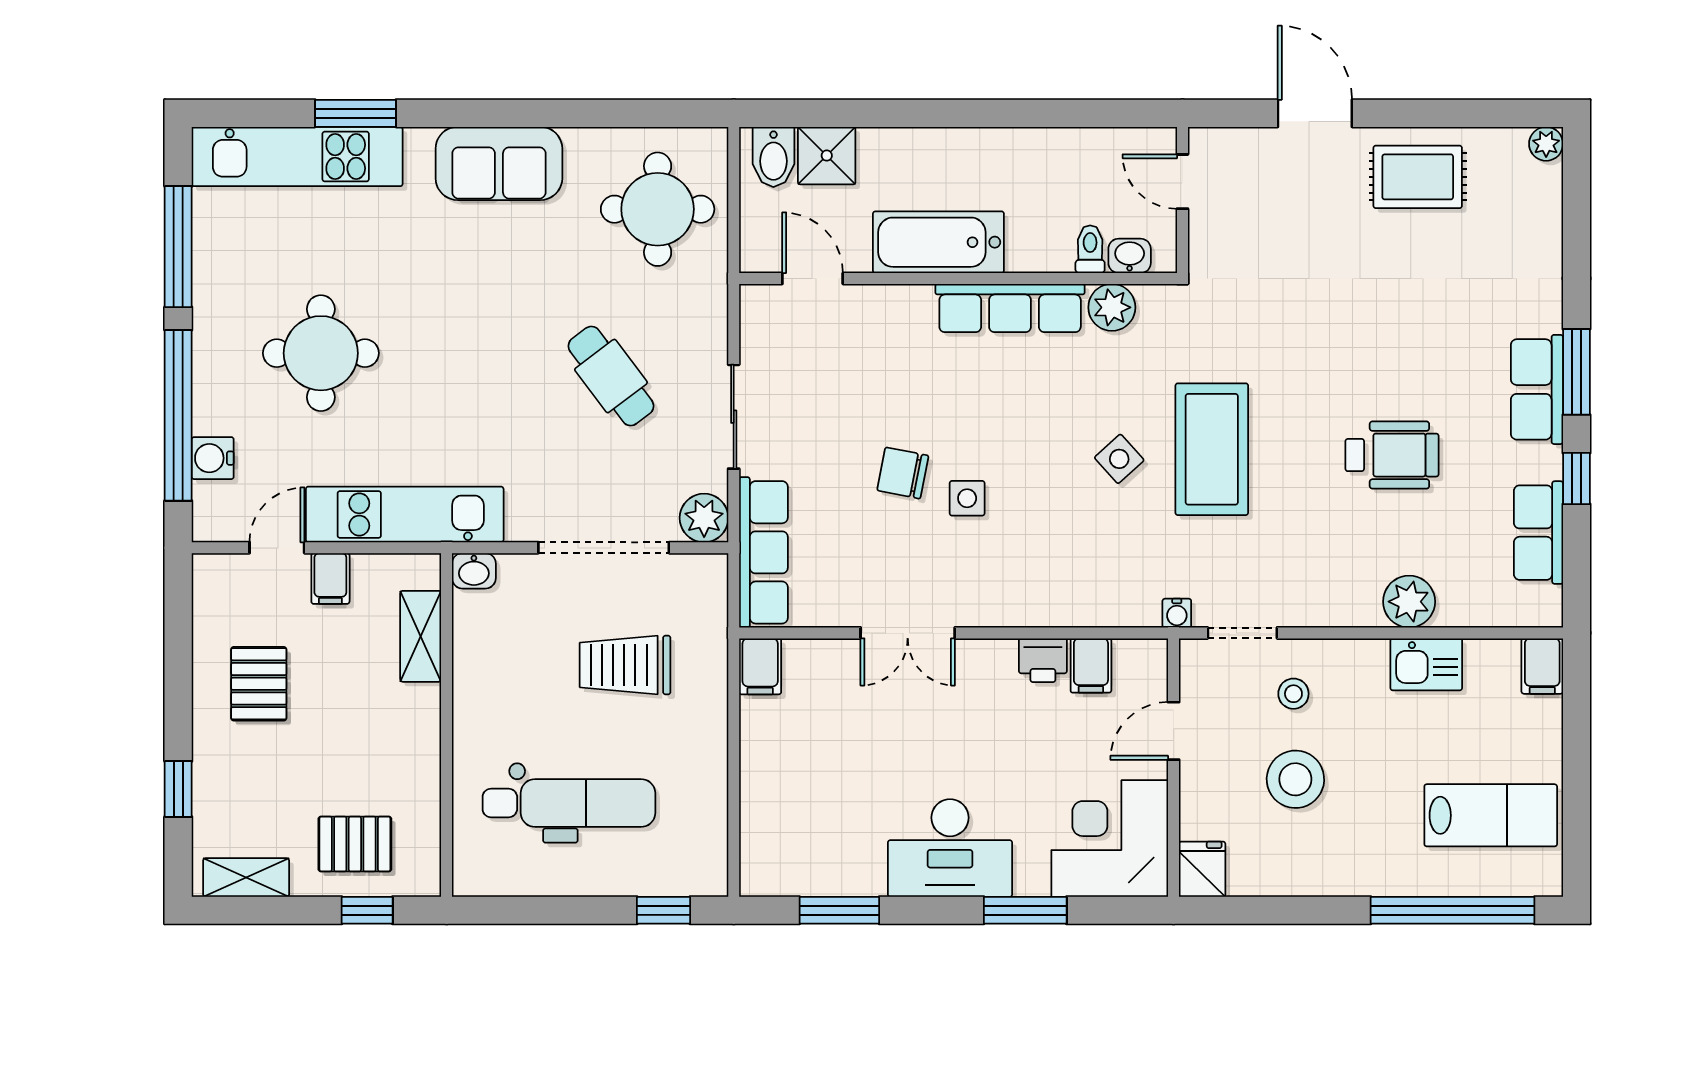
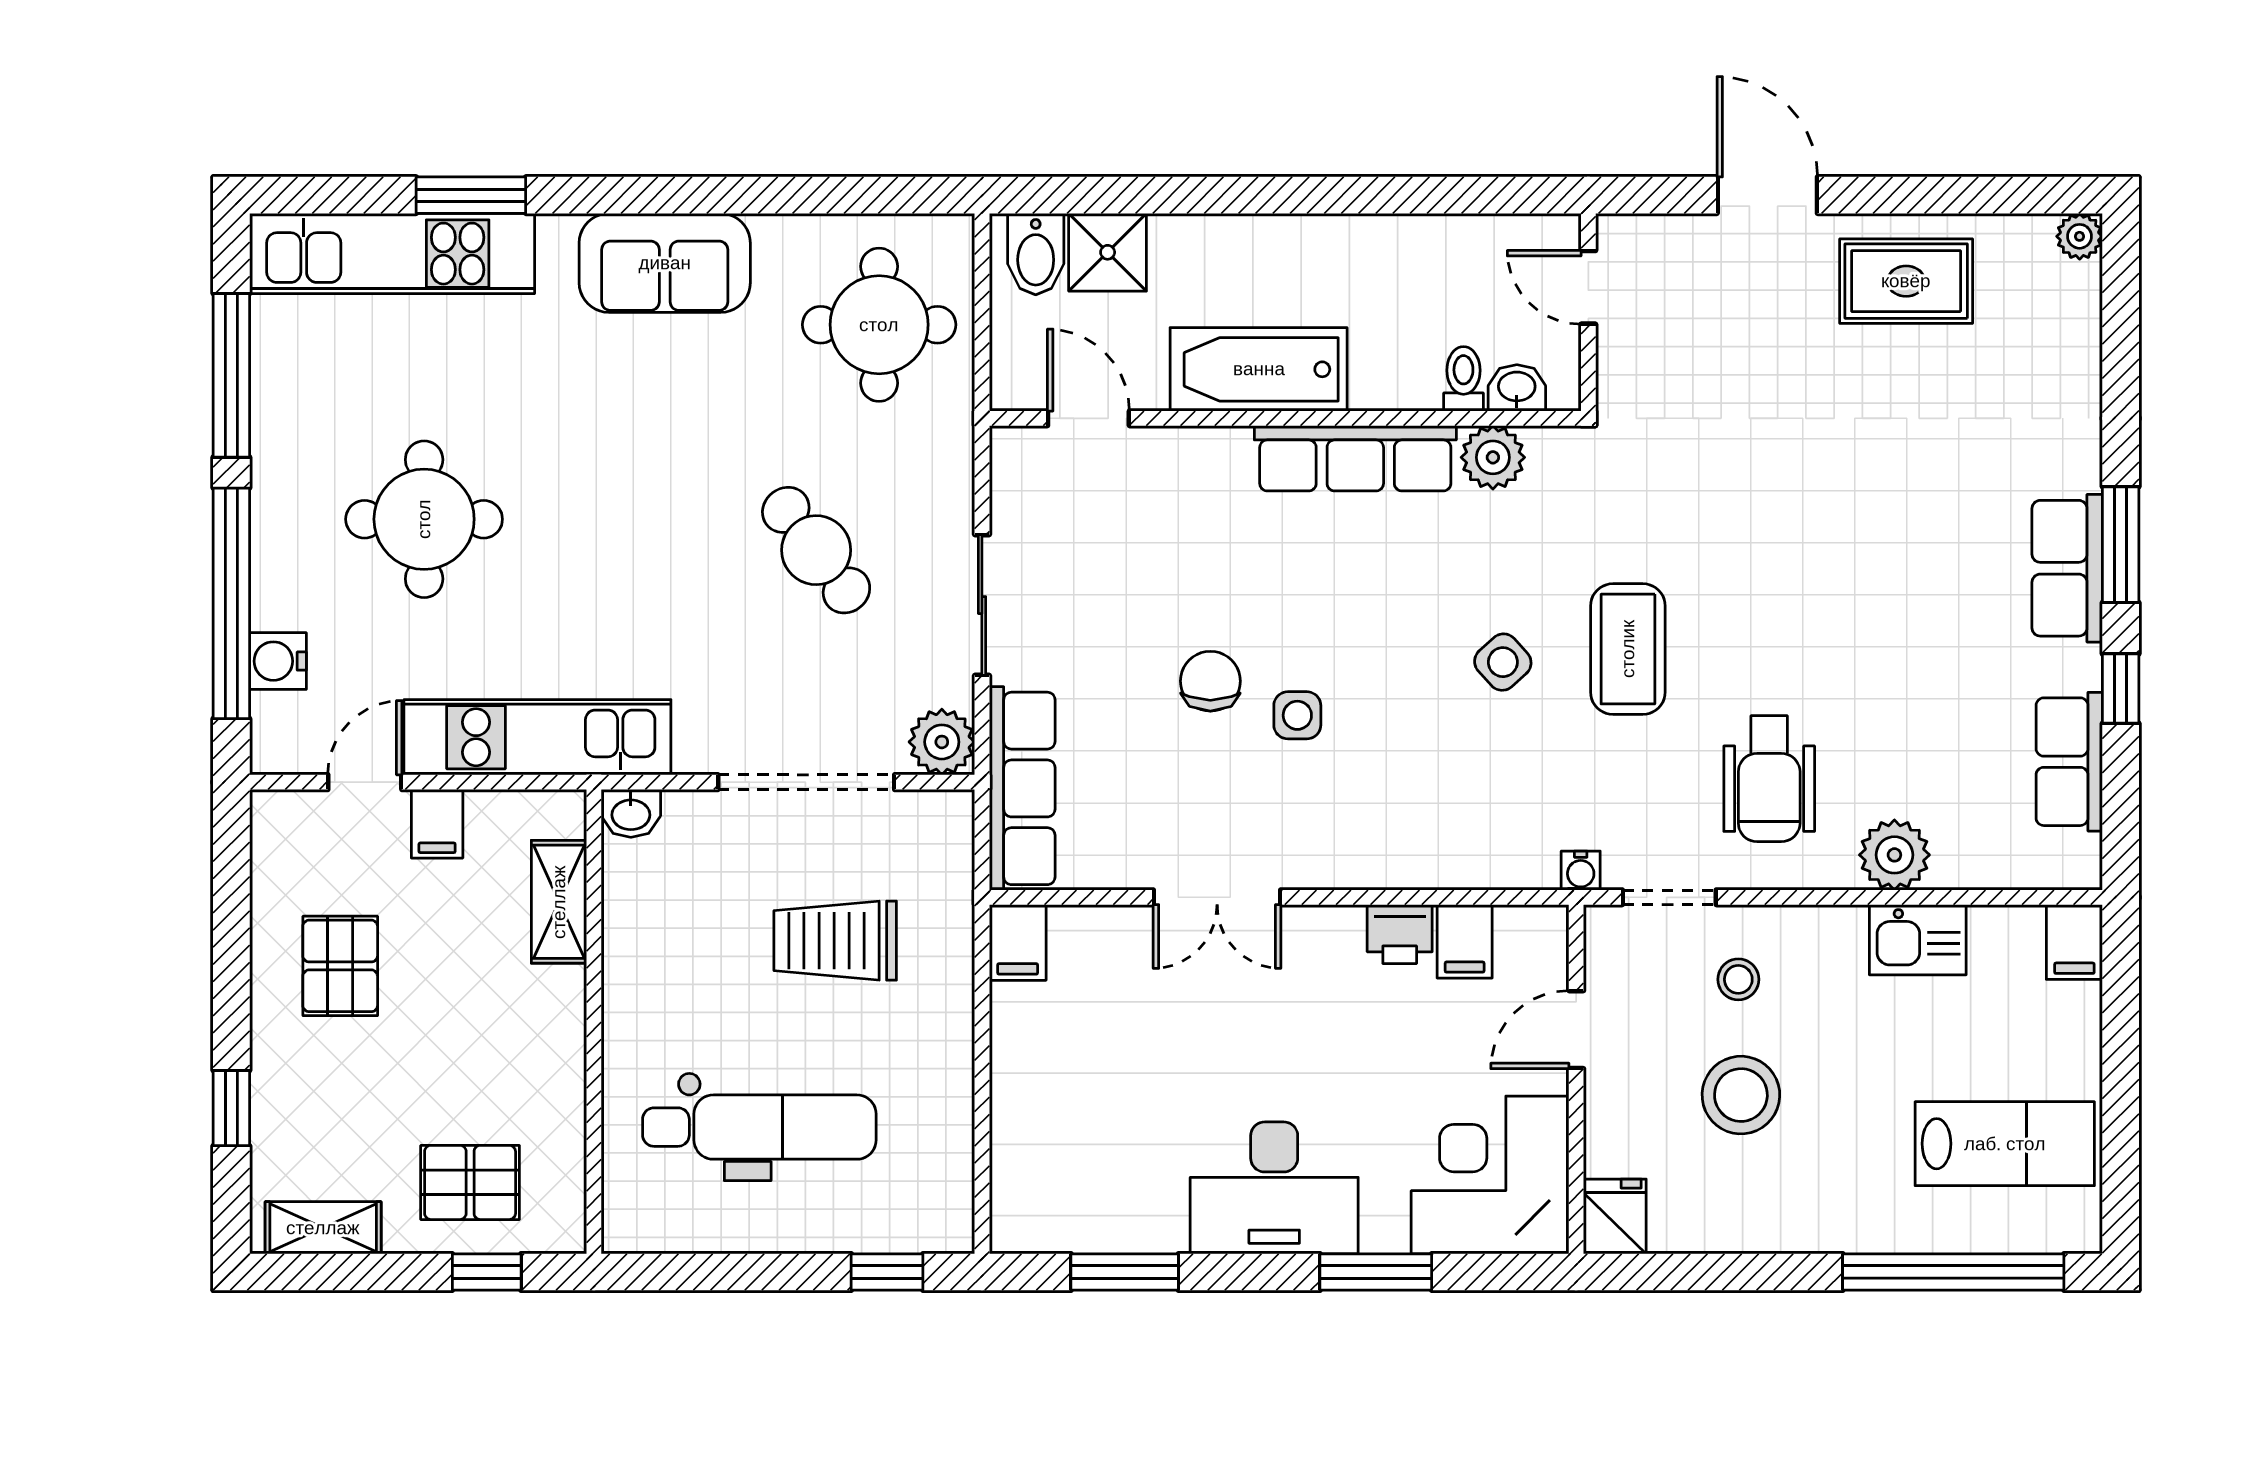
coffee table: (1212, 449) -> (1628, 649), width x0.73, depth x0.76
wheelchair: (1392, 455) -> (1769, 779), moved, turned 90
chair: (903, 473) -> (1210, 681), turned 79

